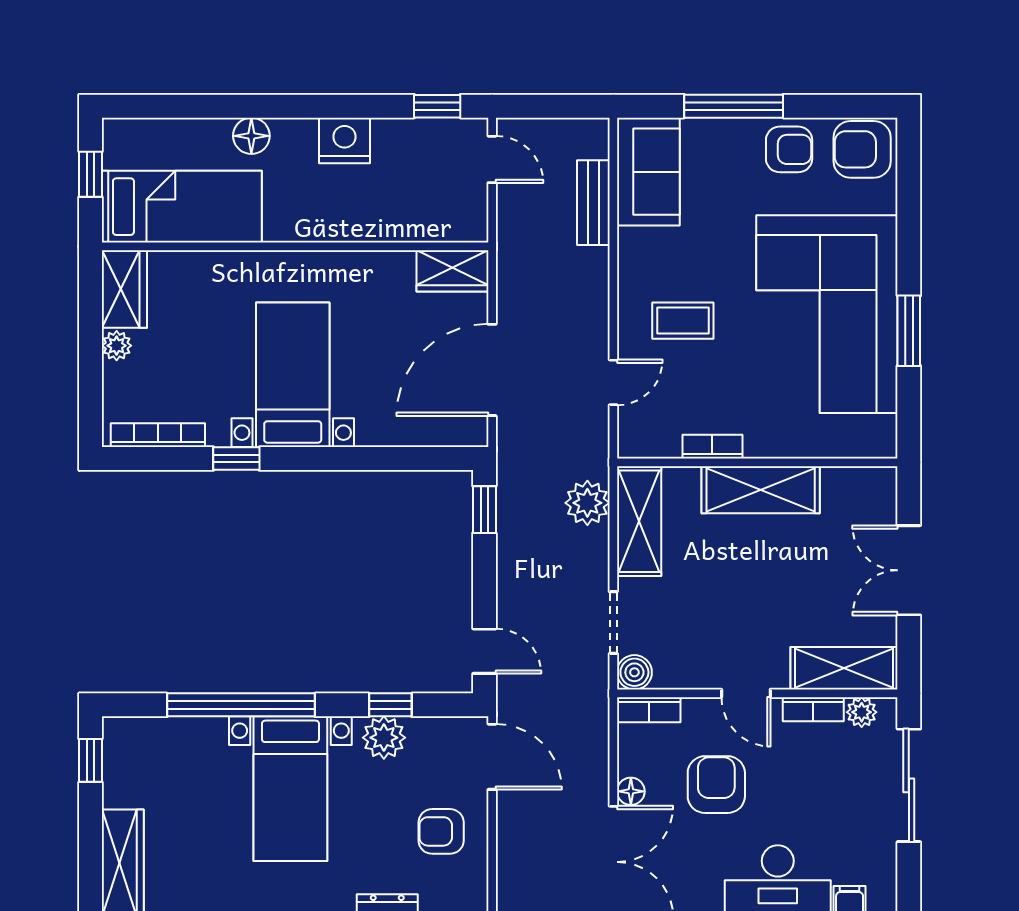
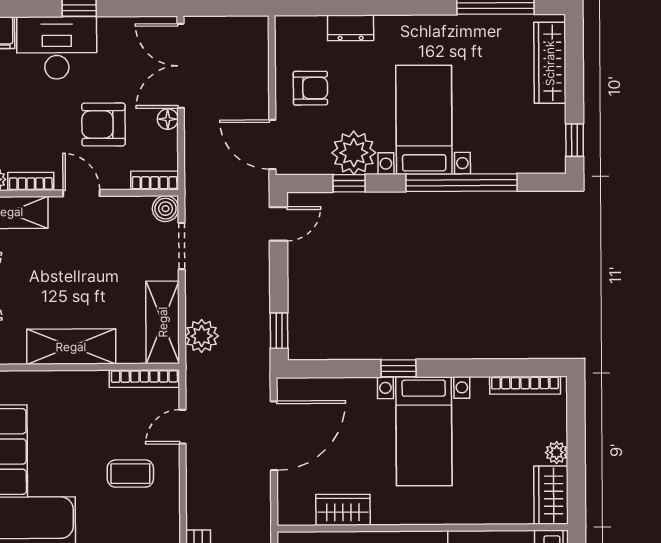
wardrobe: (452, 271) -> (343, 510), moved
bookcase: (712, 447) -> (144, 379), moved, width x1.56
window: (236, 459) -> (398, 368), moved
door: (484, 651) -> (278, 224), swing flipped
plant: (384, 738) -> (354, 153), width x1.36, depth x1.36
armchair: (716, 785) -> (103, 124), turned 90

